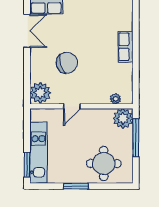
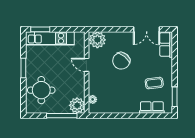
coffee table: (95, 21) -> (154, 83), added
row of seats: (126, 47) -> (152, 107), moved
chair: (67, 63) -> (121, 61), turned 56

